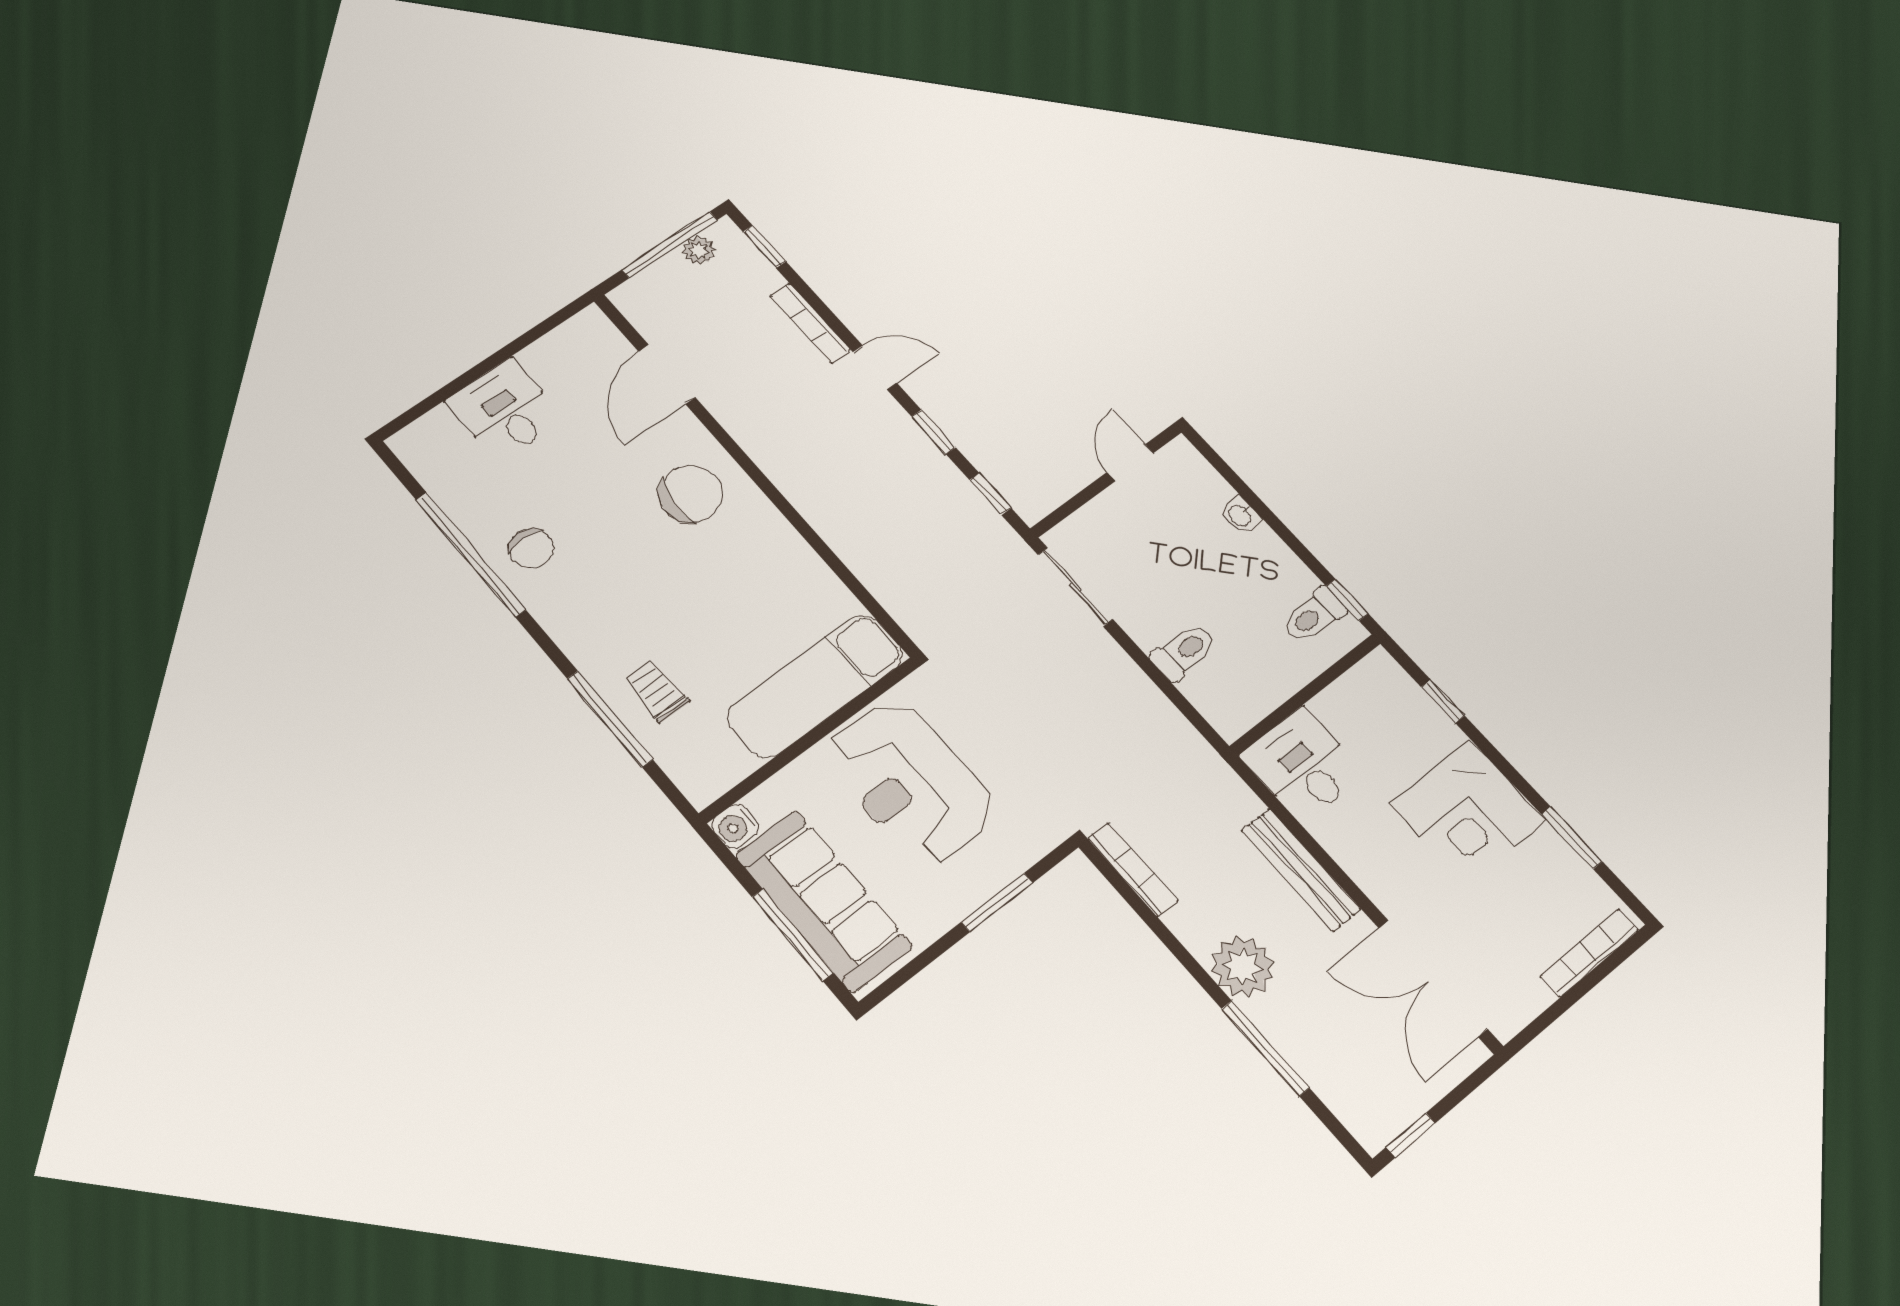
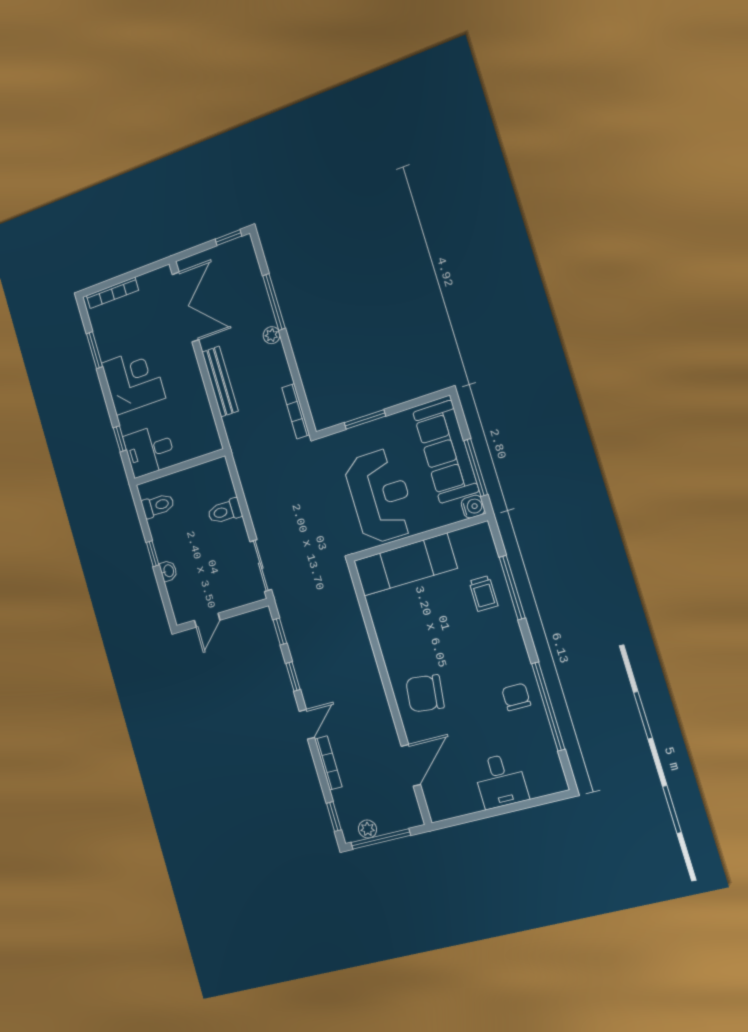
door: (875, 368) -> (307, 724), swing flipped
window: (1347, 600) -> (153, 554), moved
desk: (1302, 765) -> (150, 450), moved, turned 90
window: (793, 935) -> (476, 468), moved
plant: (1243, 967) -> (272, 335), width x0.53, depth x0.53

